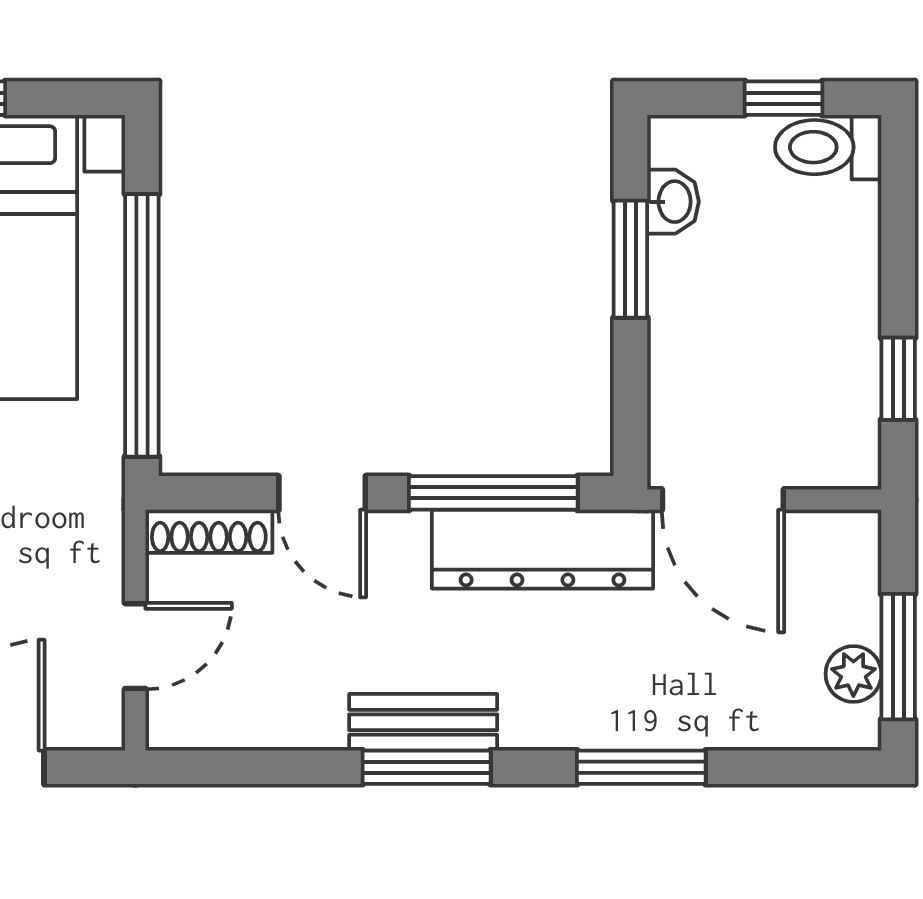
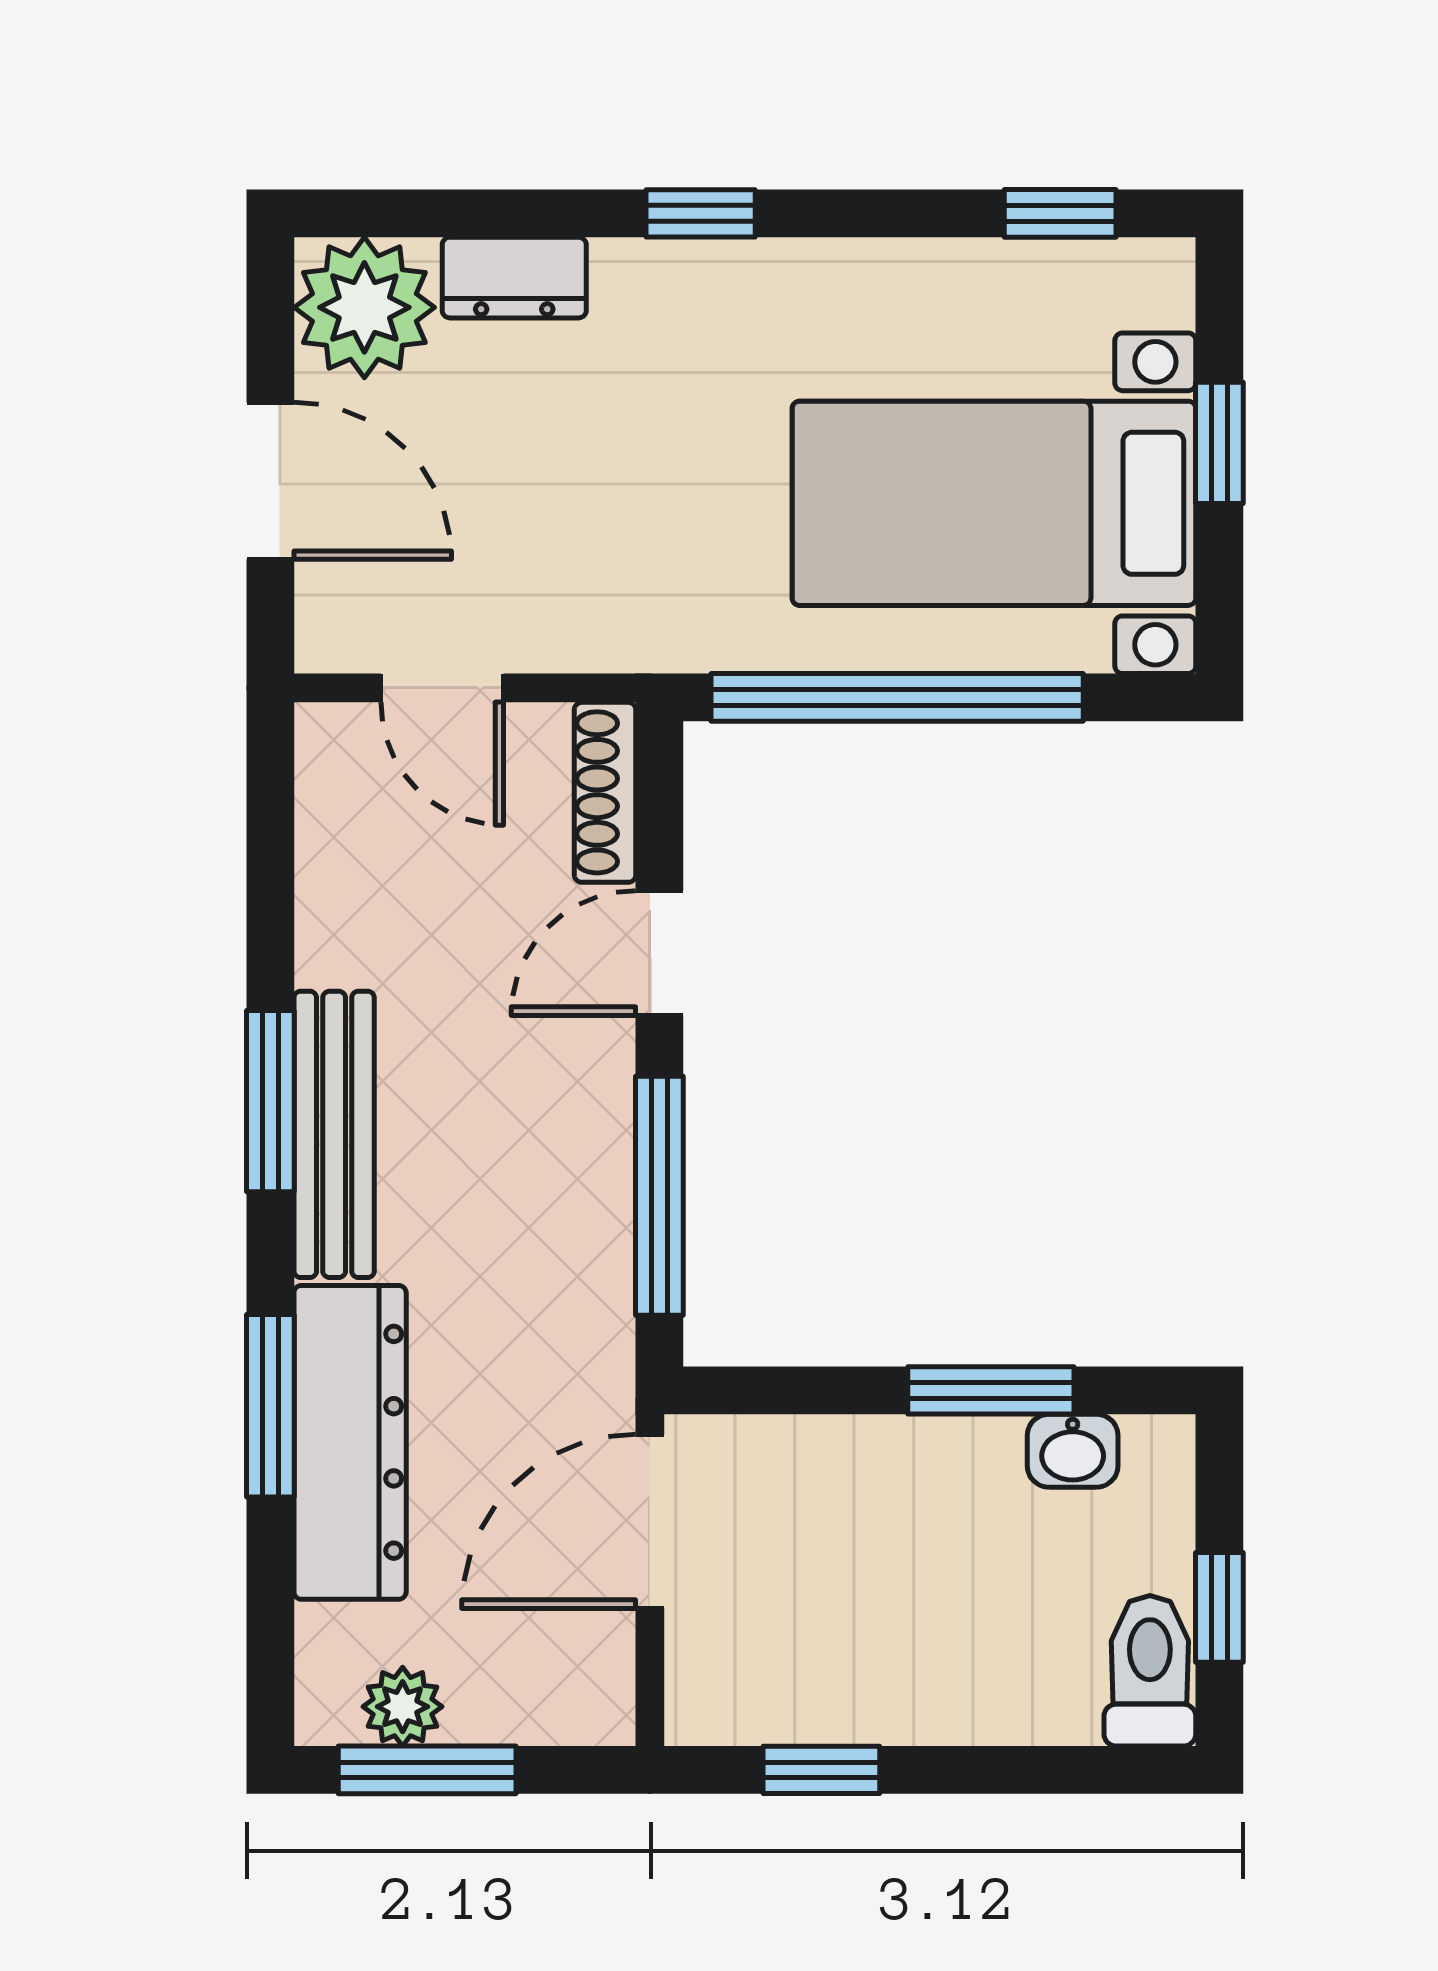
dresser: (542, 549) -> (350, 1442), moved, turned 180
bench: (423, 722) -> (334, 1134), width x1.36

